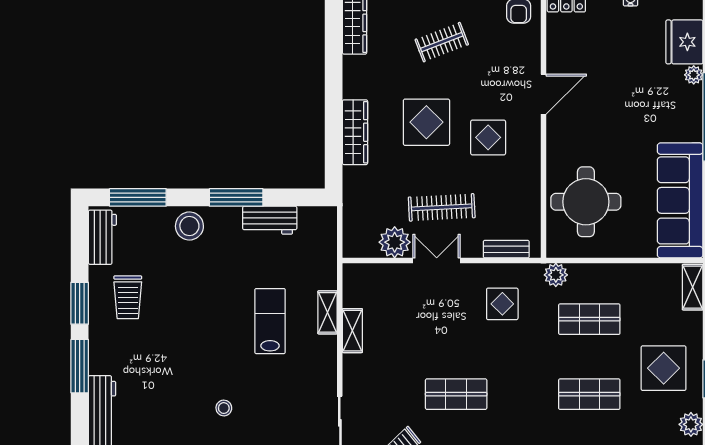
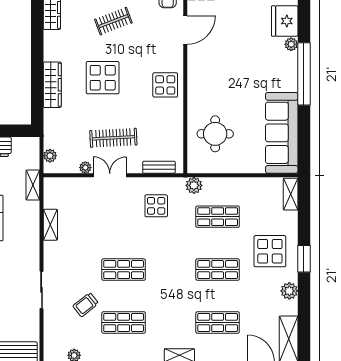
door: (544, 94) -> (185, 30), moved
display table: (488, 137) -> (165, 85), moved
round table: (586, 202) -> (215, 134), width x0.73, depth x0.73
plant: (352, 233) -> (50, 156), added
plant: (395, 242) -> (85, 168), width x0.53, depth x0.53
shelving: (328, 312) -> (33, 185), moved

